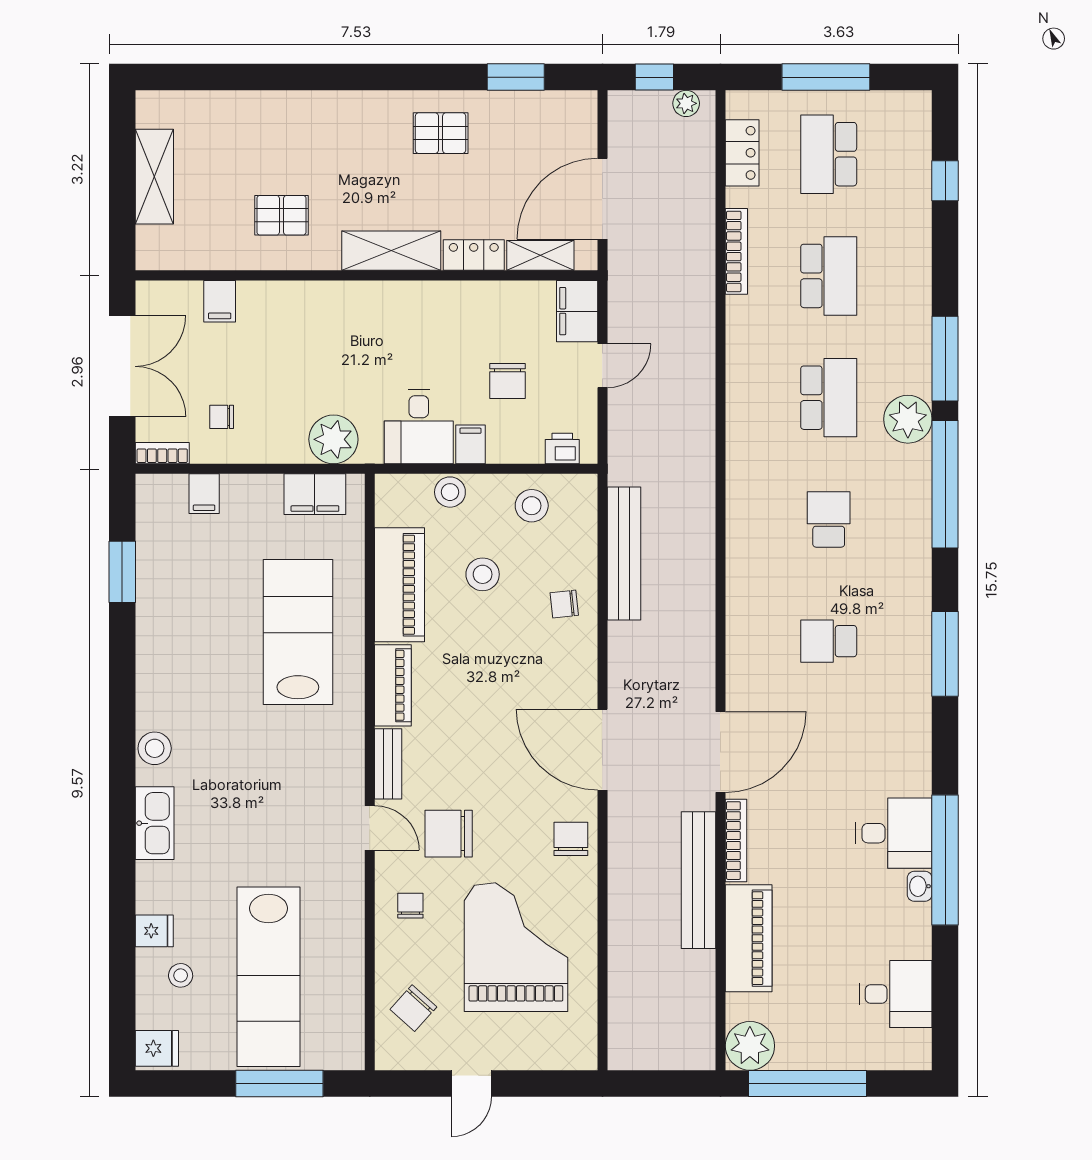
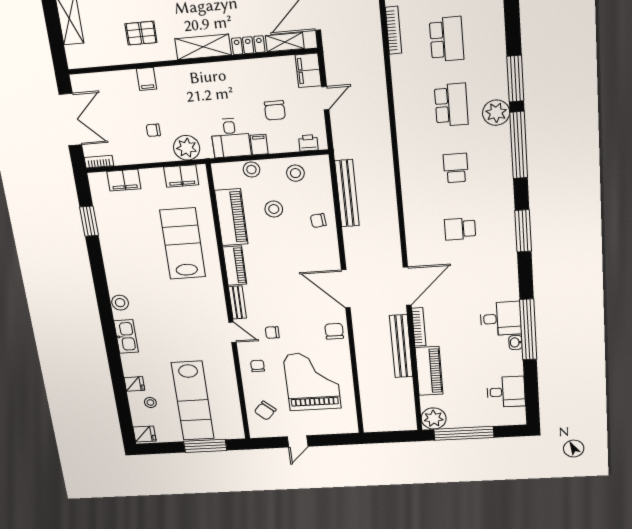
filing cabinet: (220, 301) -> (146, 79), moved
chair: (222, 417) -> (153, 130), moved
filing cabinet: (204, 494) -> (124, 180), width x2.00
chair: (449, 834) -> (272, 333), width x0.54, depth x0.54

